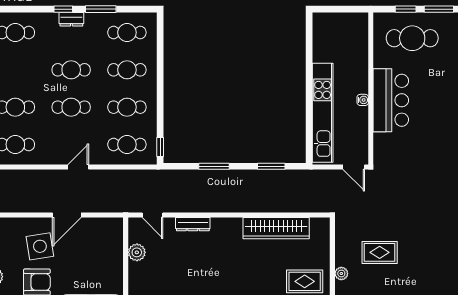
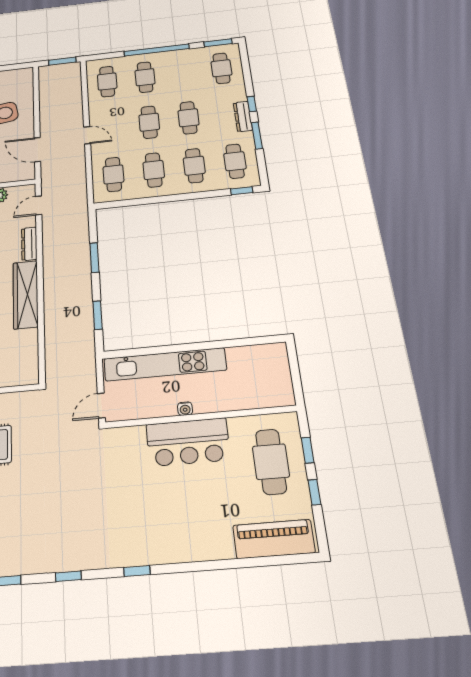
window: (439, 9) -> (314, 492), width x0.67
dresser: (71, 19) -> (243, 116), width x1.44
window: (160, 147) -> (242, 191), moved
door: (67, 215) -> (37, 150), moved
wardrobe: (276, 228) -> (26, 294), moved

